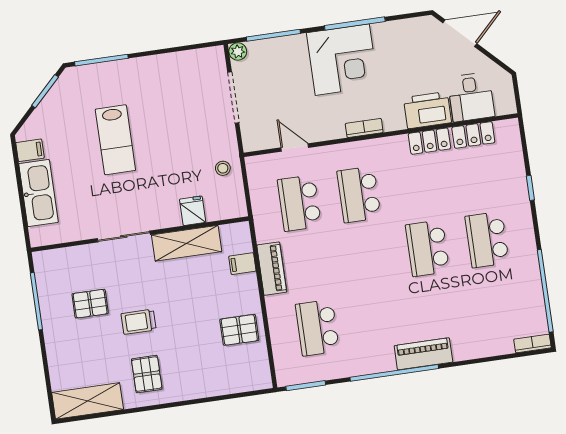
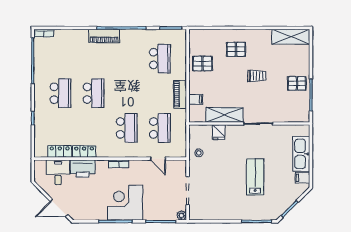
pallet: (90, 304) -> (297, 83), moved
pallet: (147, 374) -> (236, 49), moved, turned 90

